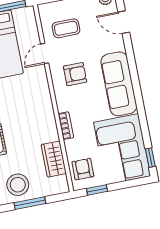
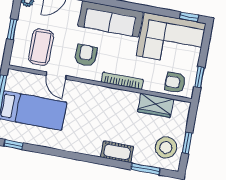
coffee table: (66, 28) -> (41, 47), width x1.36, depth x1.30
bookcase: (66, 126) -> (122, 81), width x1.56
window: (30, 203) -> (187, 143), width x0.67

